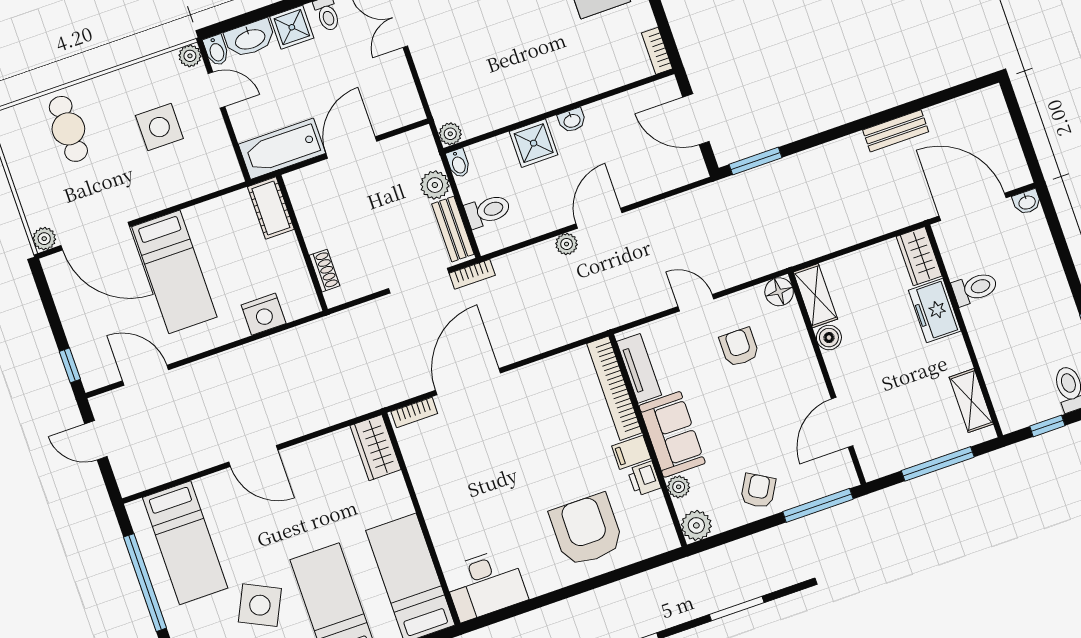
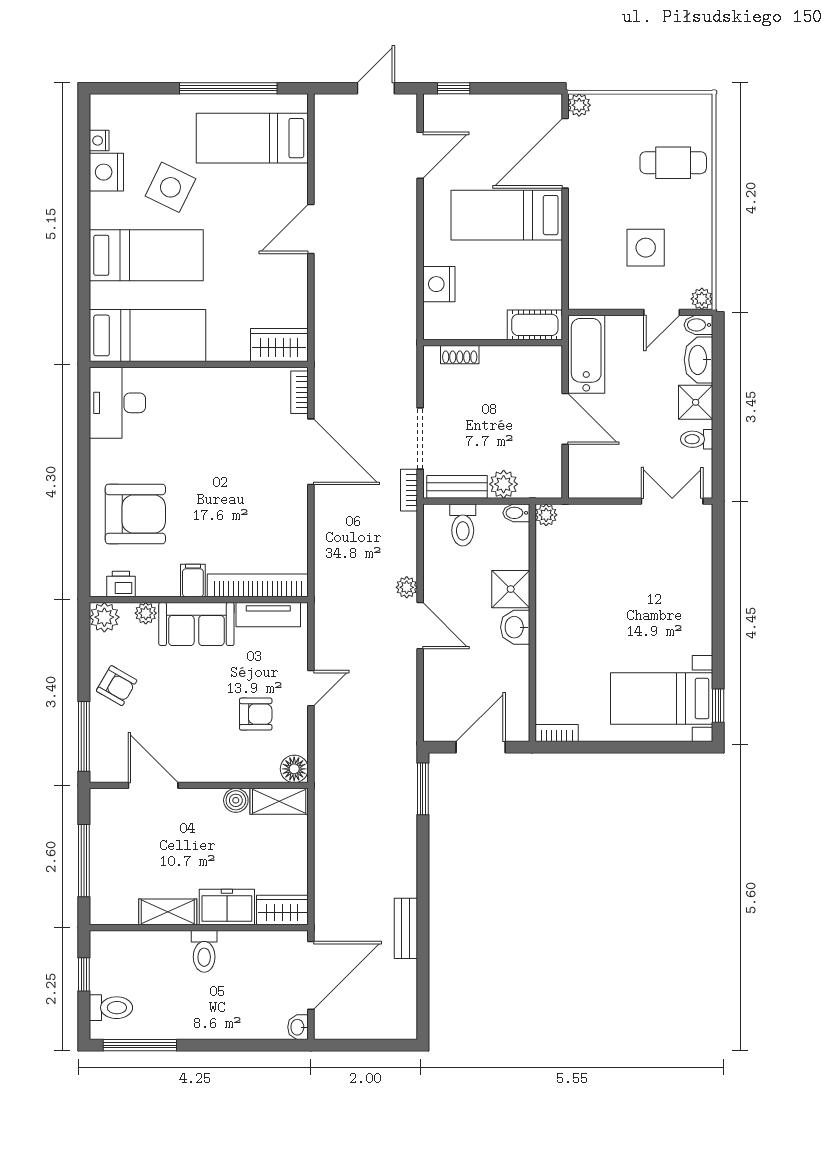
washbasin: (572, 120) -> (515, 627), width x1.38, depth x1.45
toilet: (975, 288) -> (204, 951), moved
shelving: (971, 401) -> (168, 912), moved
printer: (644, 479) -> (121, 584), moved

